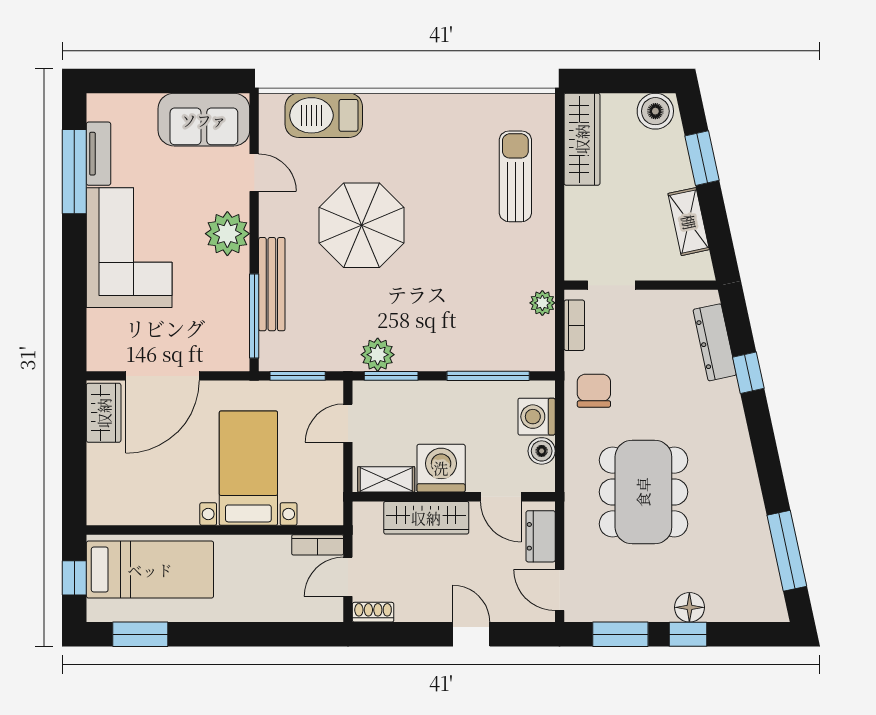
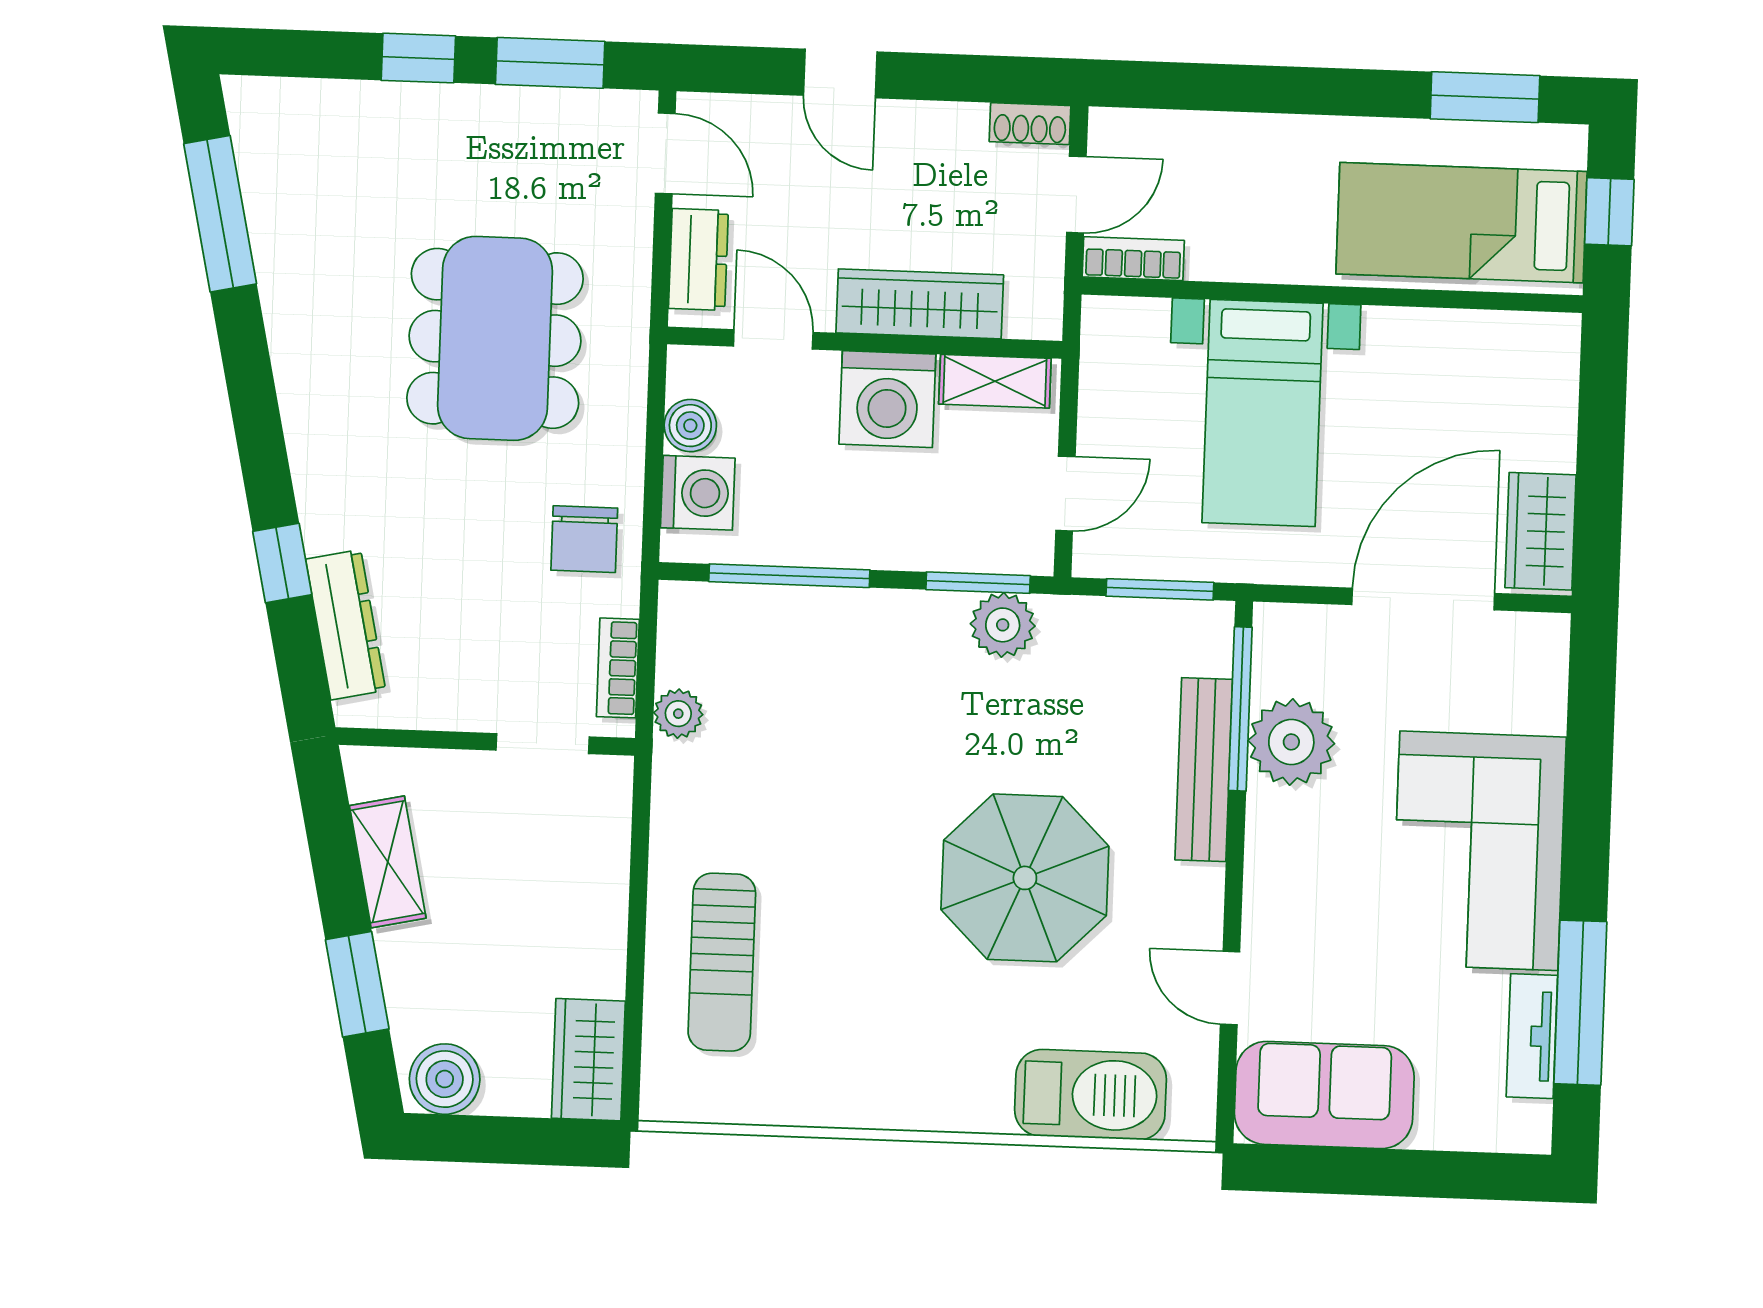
wardrobe: (582, 139) -> (588, 1060), width x0.67
plant: (227, 234) -> (1291, 742), moved
floor lamp: (689, 607) -> (414, 111), removed

